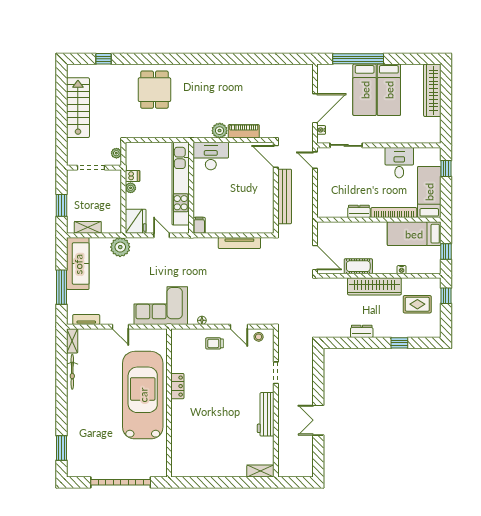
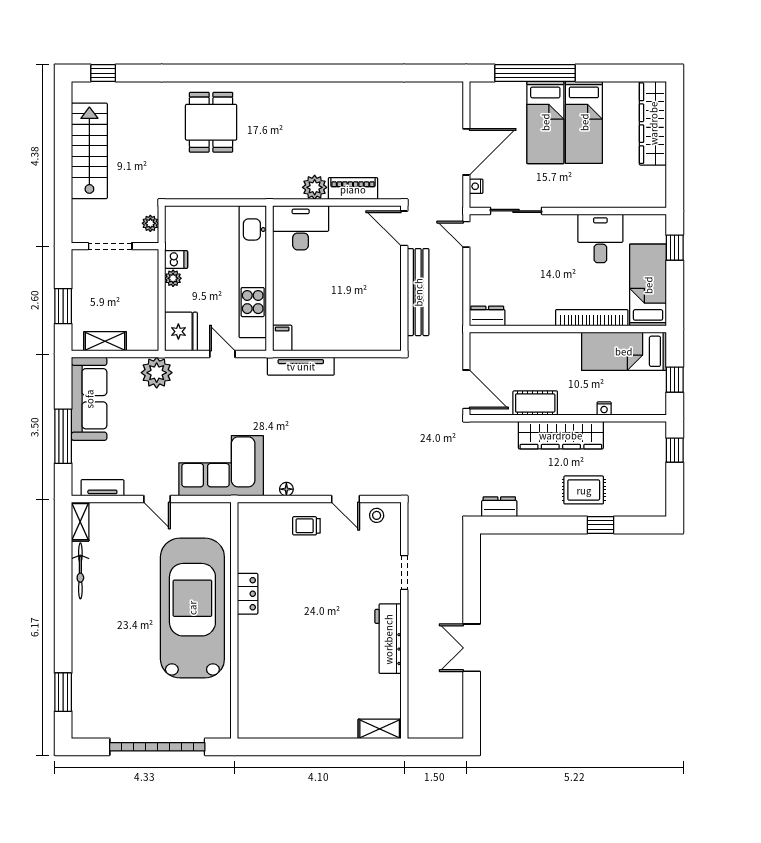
window: (103, 59) -> (103, 73), moved
dresser: (359, 211) -> (487, 316), moved
tv unit: (239, 243) -> (301, 366), moved
rug: (417, 304) -> (584, 490), moved
dresser: (362, 331) -> (499, 507), moved

